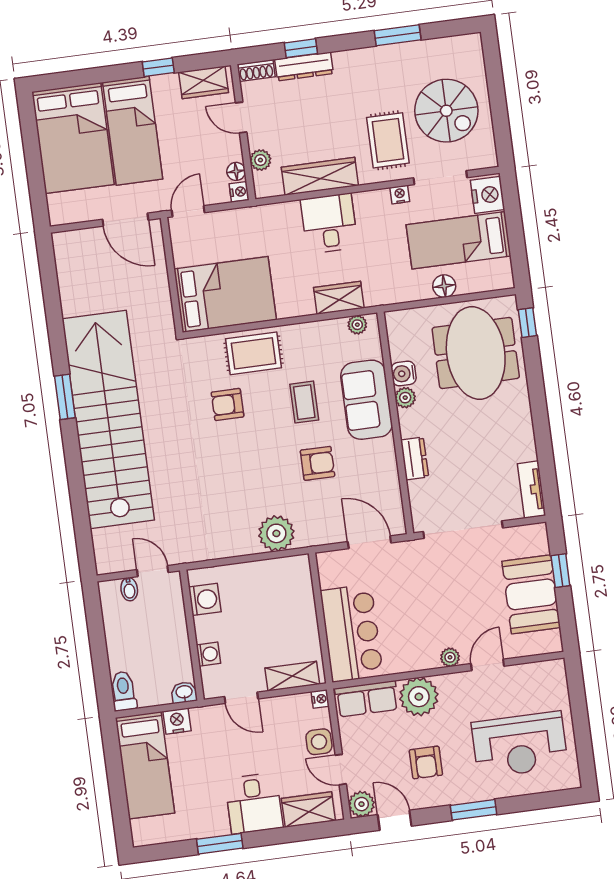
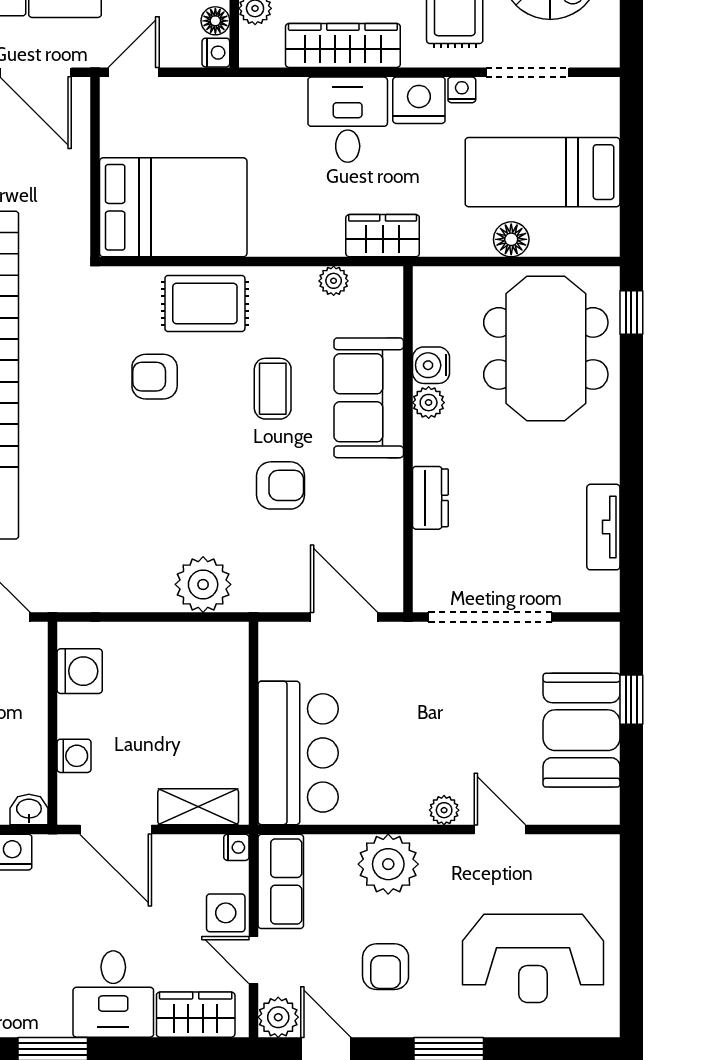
nightstand: (488, 195) -> (419, 100), moved, turned -90
wardrobe: (339, 298) -> (383, 236), moved
plant: (357, 325) -> (334, 281), moved
tv unit: (531, 490) -> (603, 527), moved
door: (487, 665) -> (500, 829), hinge flipped
door: (241, 698) -> (116, 829), width x1.38
row of seats: (367, 699) -> (281, 881), moved, turned -90

